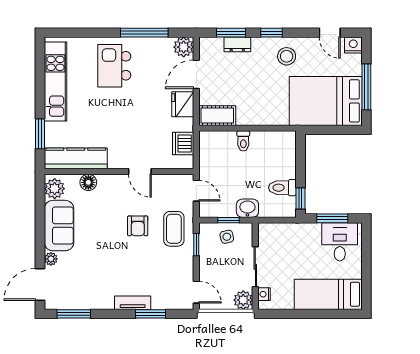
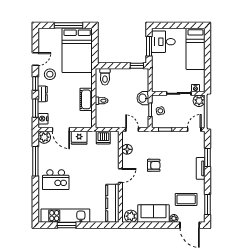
door: (330, 33) -> (35, 59), moved
dresser: (237, 44) -> (43, 94), moved
nightstand: (353, 45) -> (43, 119), moved
cot: (217, 116) -> (86, 99), moved
window: (40, 134) -> (67, 225), moved
door: (140, 172) -> (120, 176), moved
floor lamp: (88, 182) -> (127, 149), moved
toilet: (282, 188) -> (105, 77), moved
door: (196, 191) -> (132, 129), hinge flipped
coffee table: (174, 229) -> (186, 199), moved

